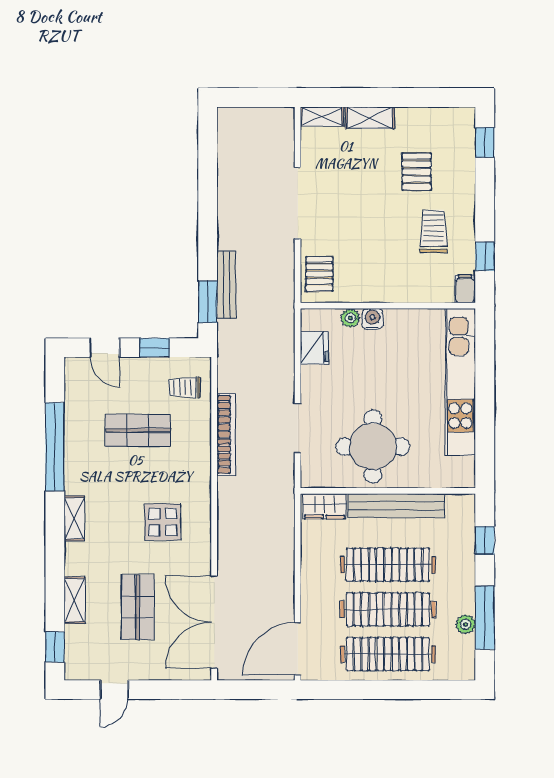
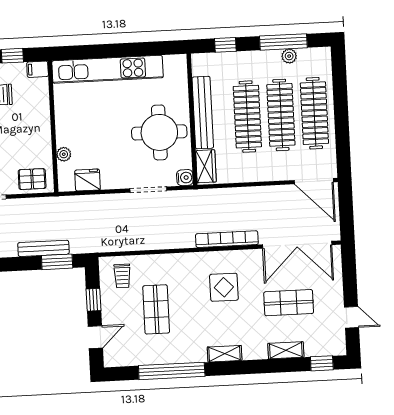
water cooler: (372, 319) -> (185, 178), moved, turned 180
bookcase: (226, 434) -> (227, 239), moved

